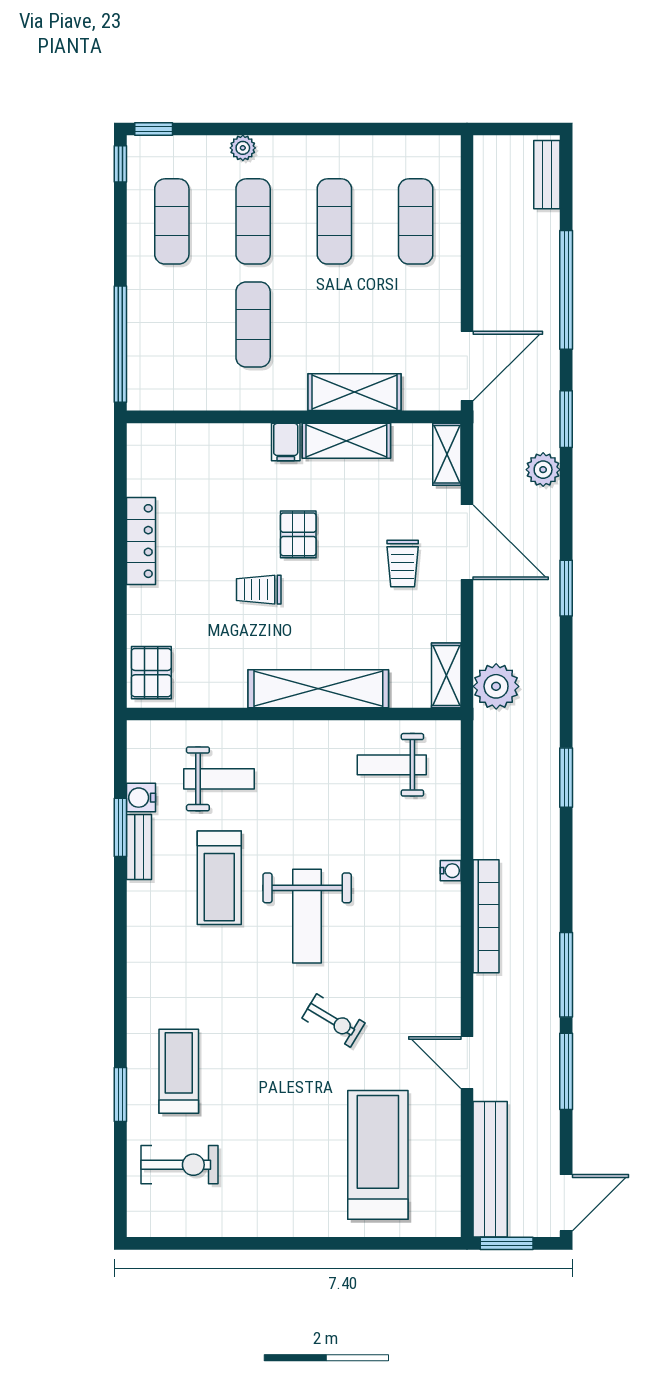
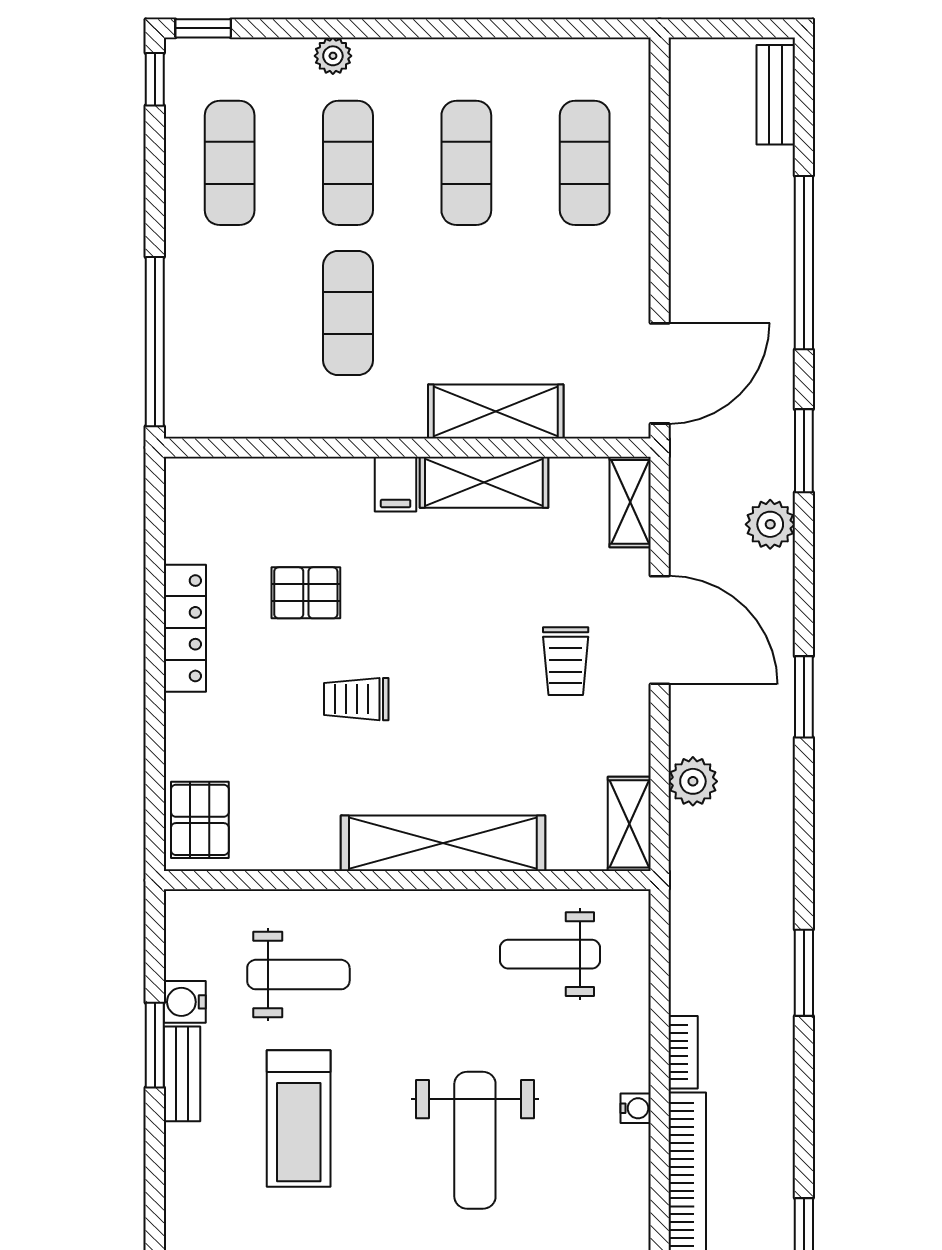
pallet: (298, 534) -> (306, 593), moved, turned 90
plant: (496, 686) -> (693, 781), moved, width x0.73, depth x0.73
bookcase: (483, 832) -> (683, 1052), added
weight bench: (307, 916) -> (475, 1140), moved

